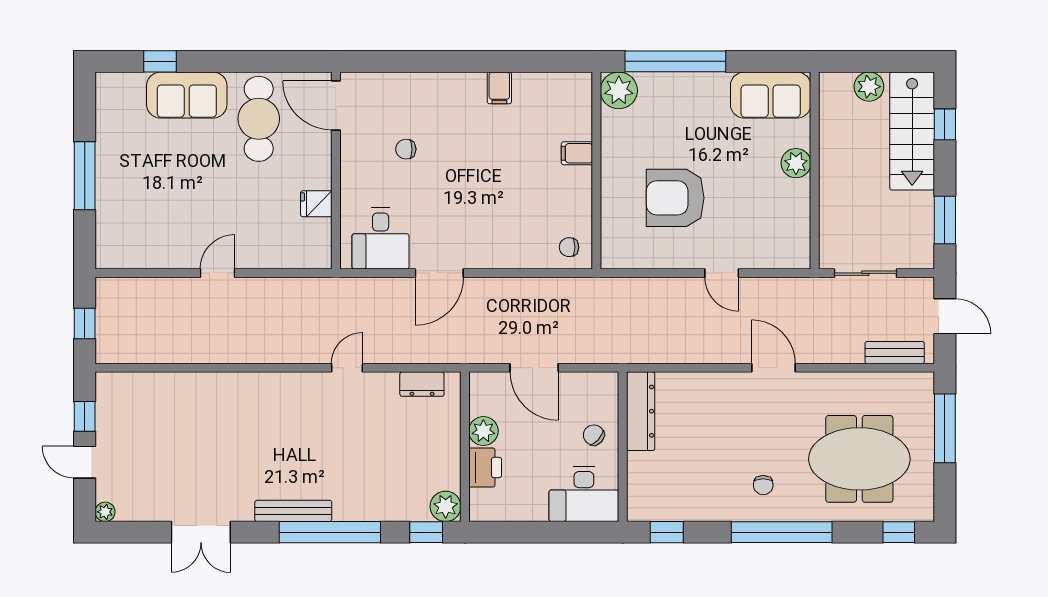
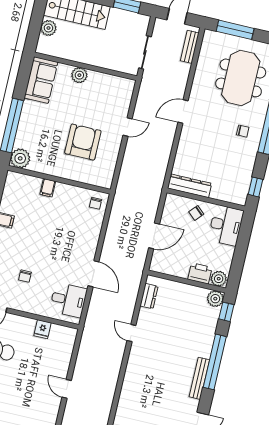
armchair: (675, 198) -> (83, 142), turned 180
plant: (483, 431) -> (219, 279), moved

